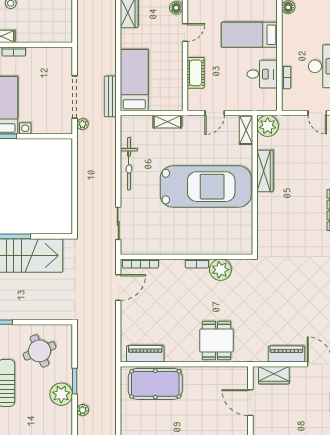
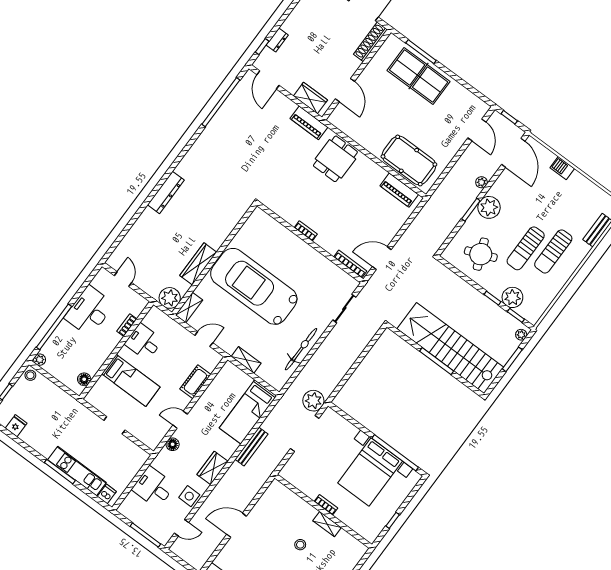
bench: (110, 96) -> (251, 447), moved
plant: (82, 124) -> (313, 401), width x1.88, depth x1.88
plant: (220, 270) -> (291, 212), removed
piano: (286, 354) -> (309, 123), moved

